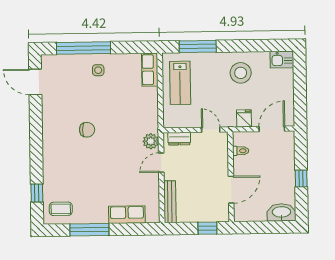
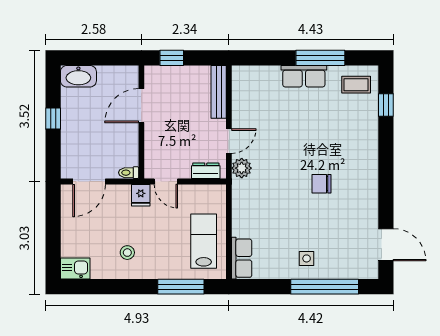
stool: (241, 73) -> (127, 253), width x0.53, depth x0.53
fridge: (244, 118) -> (141, 195), moved
toilet: (241, 151) -> (129, 173), moved
row of seats: (127, 215) -> (304, 76), moved

